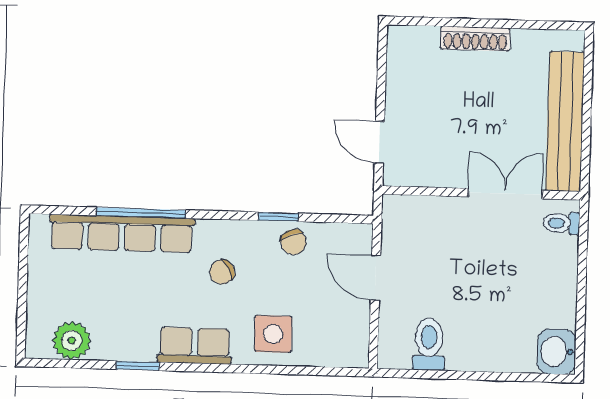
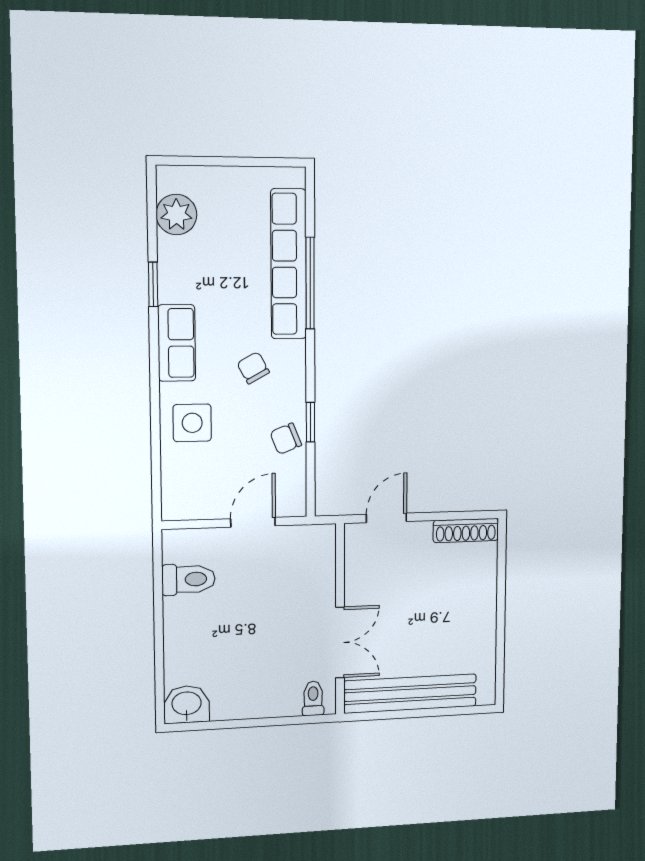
shoe rack: (475, 39) -> (466, 530), moved, turned -90

